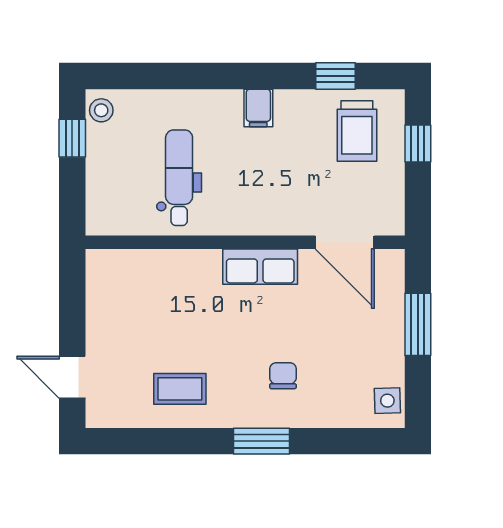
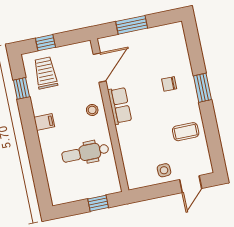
stool: (101, 110) -> (92, 110), moved
trolley: (357, 131) -> (46, 73), turned -90
window: (72, 138) -> (98, 203), moved
coffee table: (180, 389) -> (186, 132), turned 90
side table: (387, 401) -> (164, 170), moved

